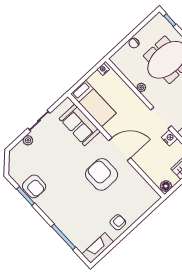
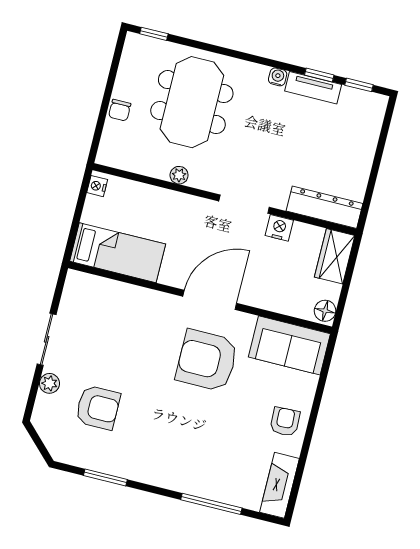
sofa: (80, 125) -> (289, 345), moved
armchair: (34, 186) -> (98, 408), moved

